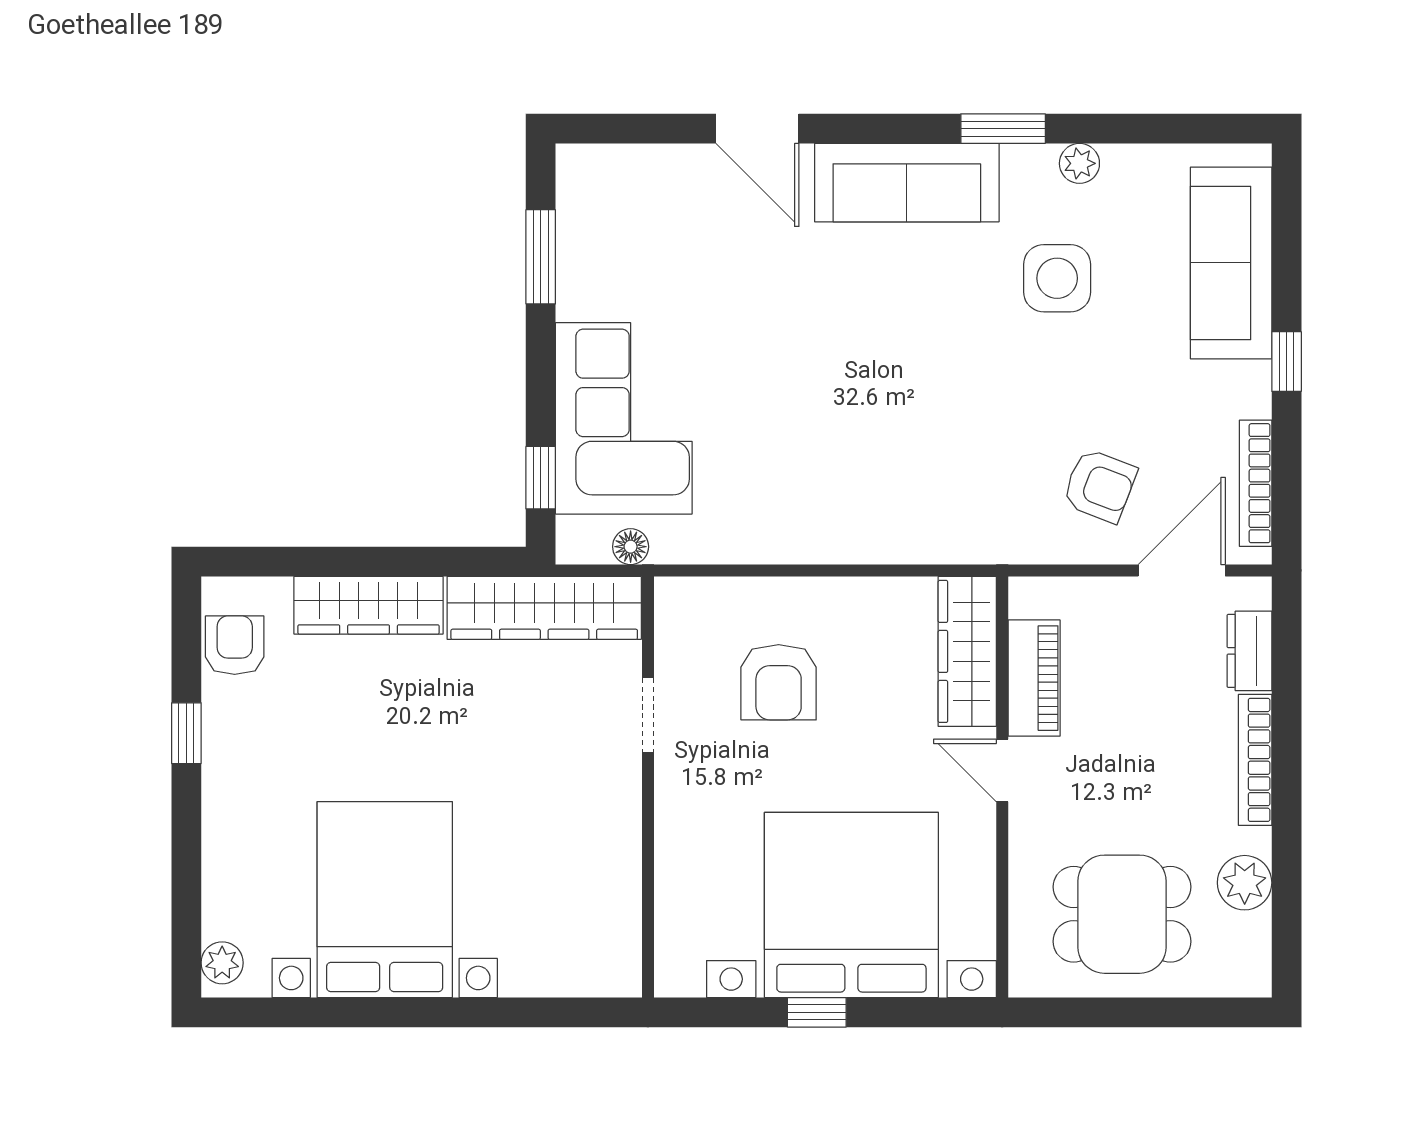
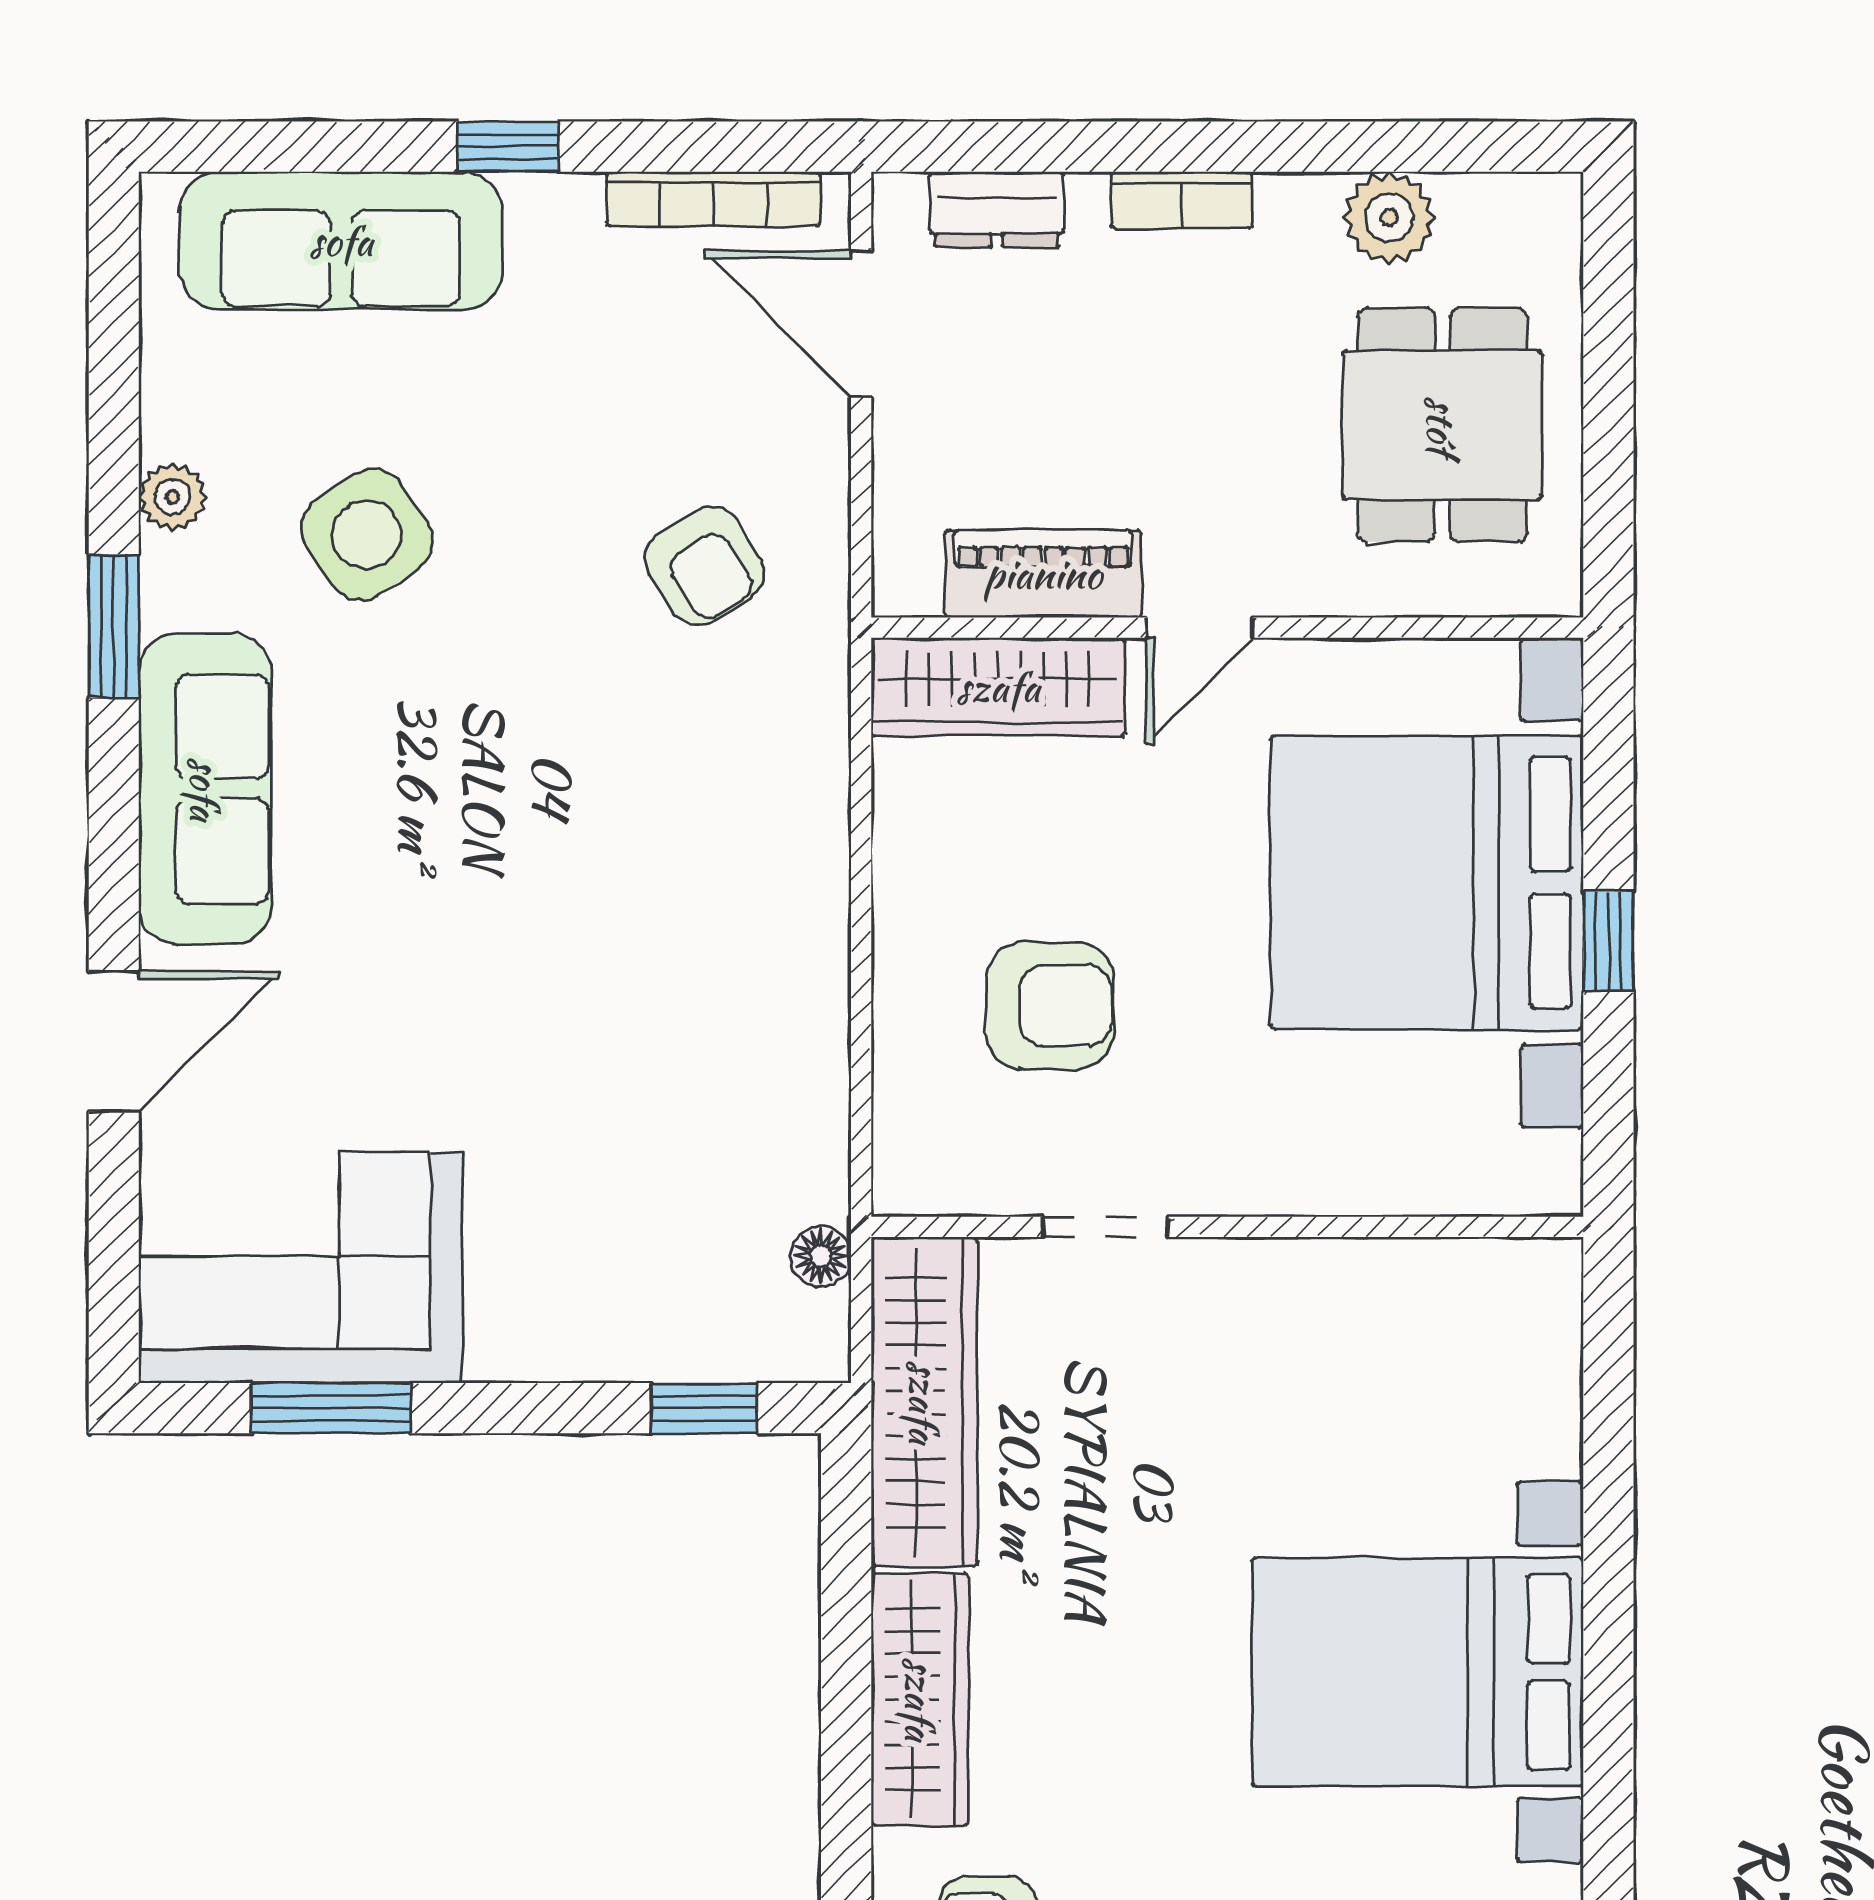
side table: (1057, 278) -> (367, 535), turned -34
corner sofa: (624, 418) -> (301, 1268), moved
armchair: (1099, 486) -> (705, 566), moved, turned 127
bookcase: (1255, 760) -> (1181, 200), width x0.64

